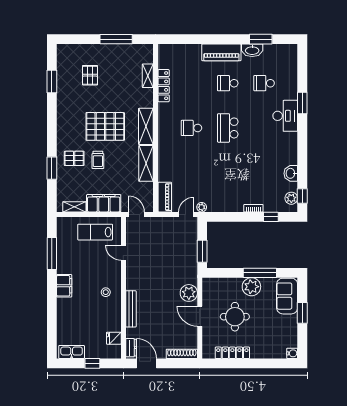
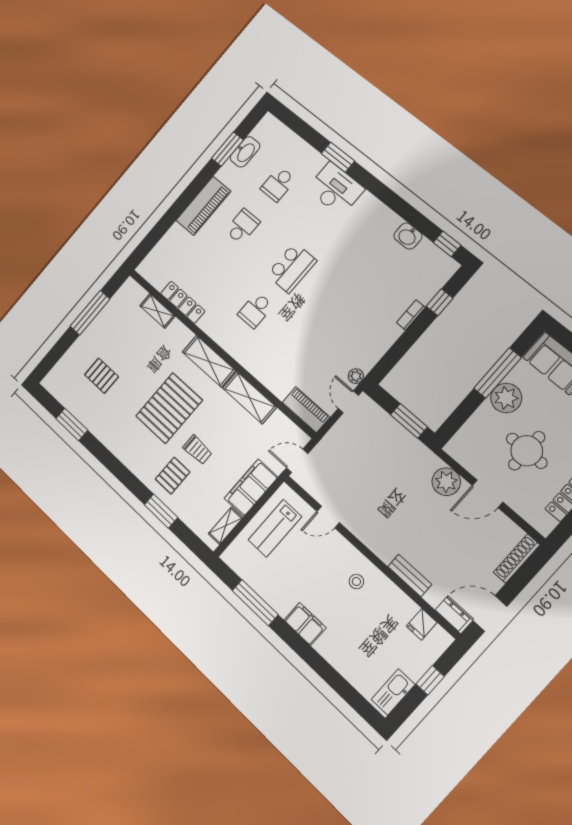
washbasin: (252, 50) -> (245, 152), moved
school desk: (228, 83) -> (242, 226), turned 180
school desk: (228, 128) -> (292, 268), turned -90
plant: (291, 198) -> (438, 259), removed
bench: (131, 309) -> (410, 575), width x0.73

